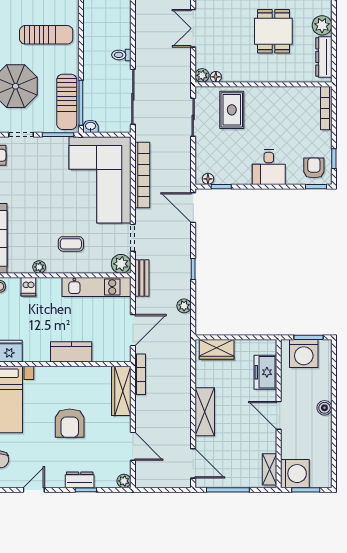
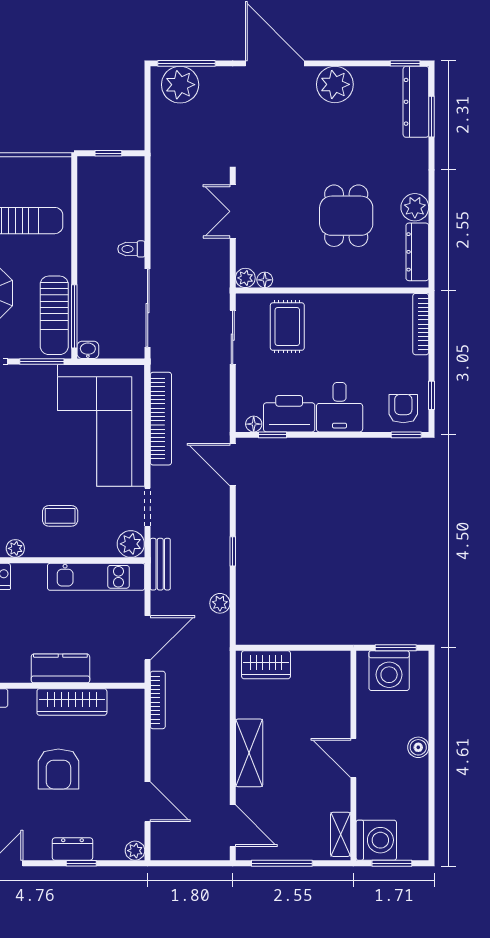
printer: (233, 172) -> (289, 414), added
freezer: (265, 372) -> (335, 697), removed
wardrobe: (121, 391) -> (72, 702), moved, turned -90

